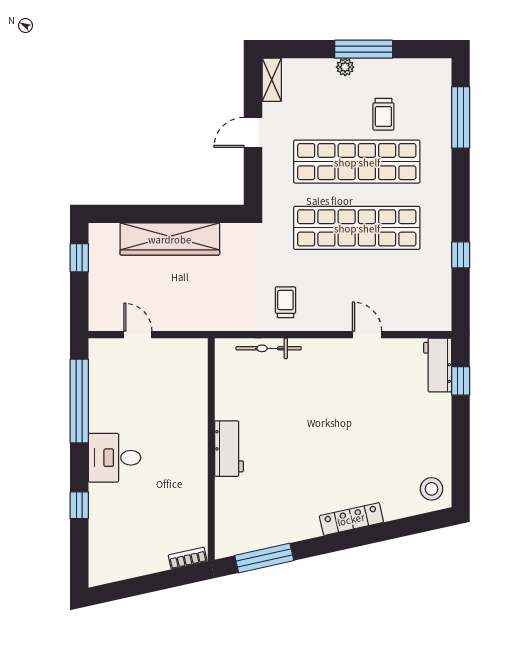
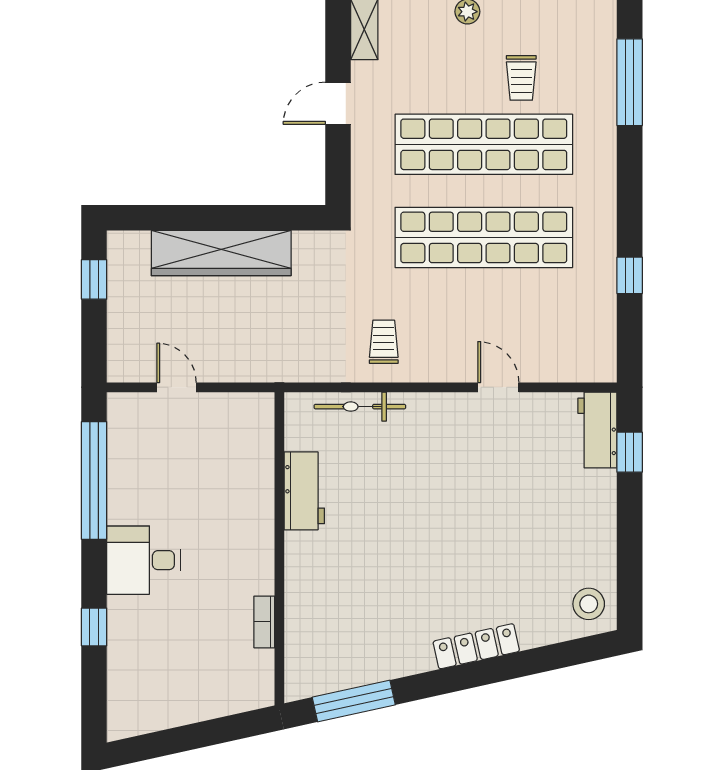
workbench: (229, 449) -> (304, 491), moved
bookcase: (188, 558) -> (264, 622), moved, turned -78

